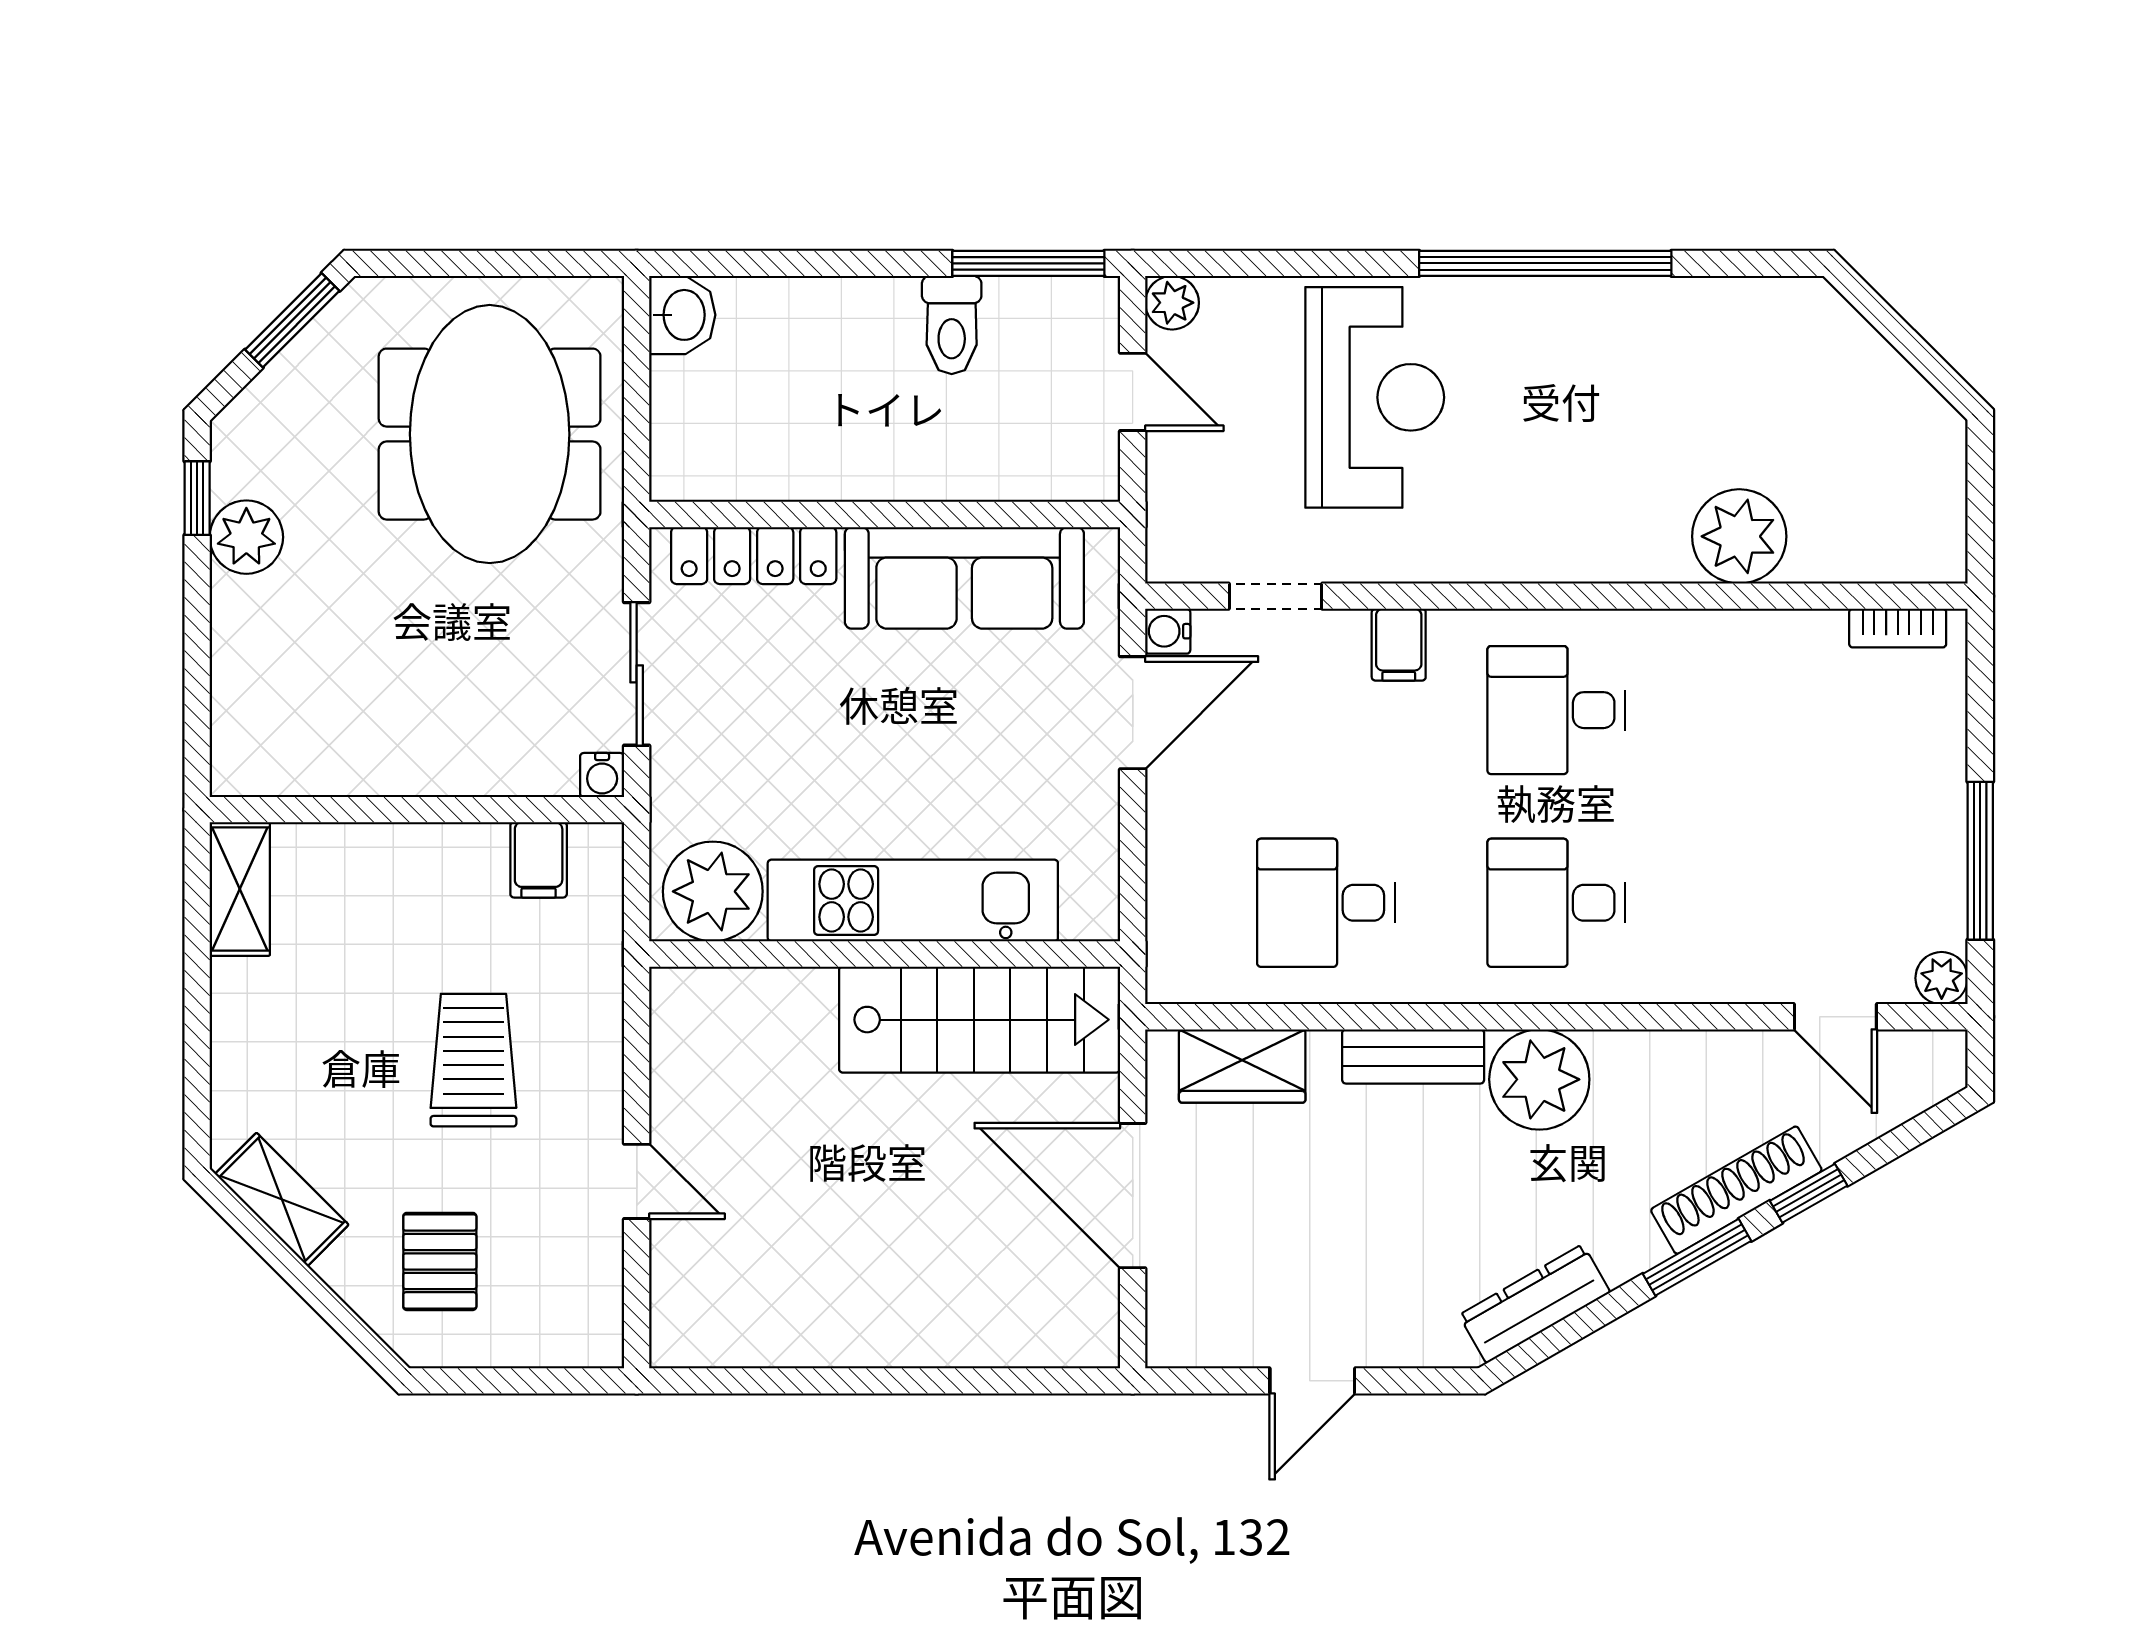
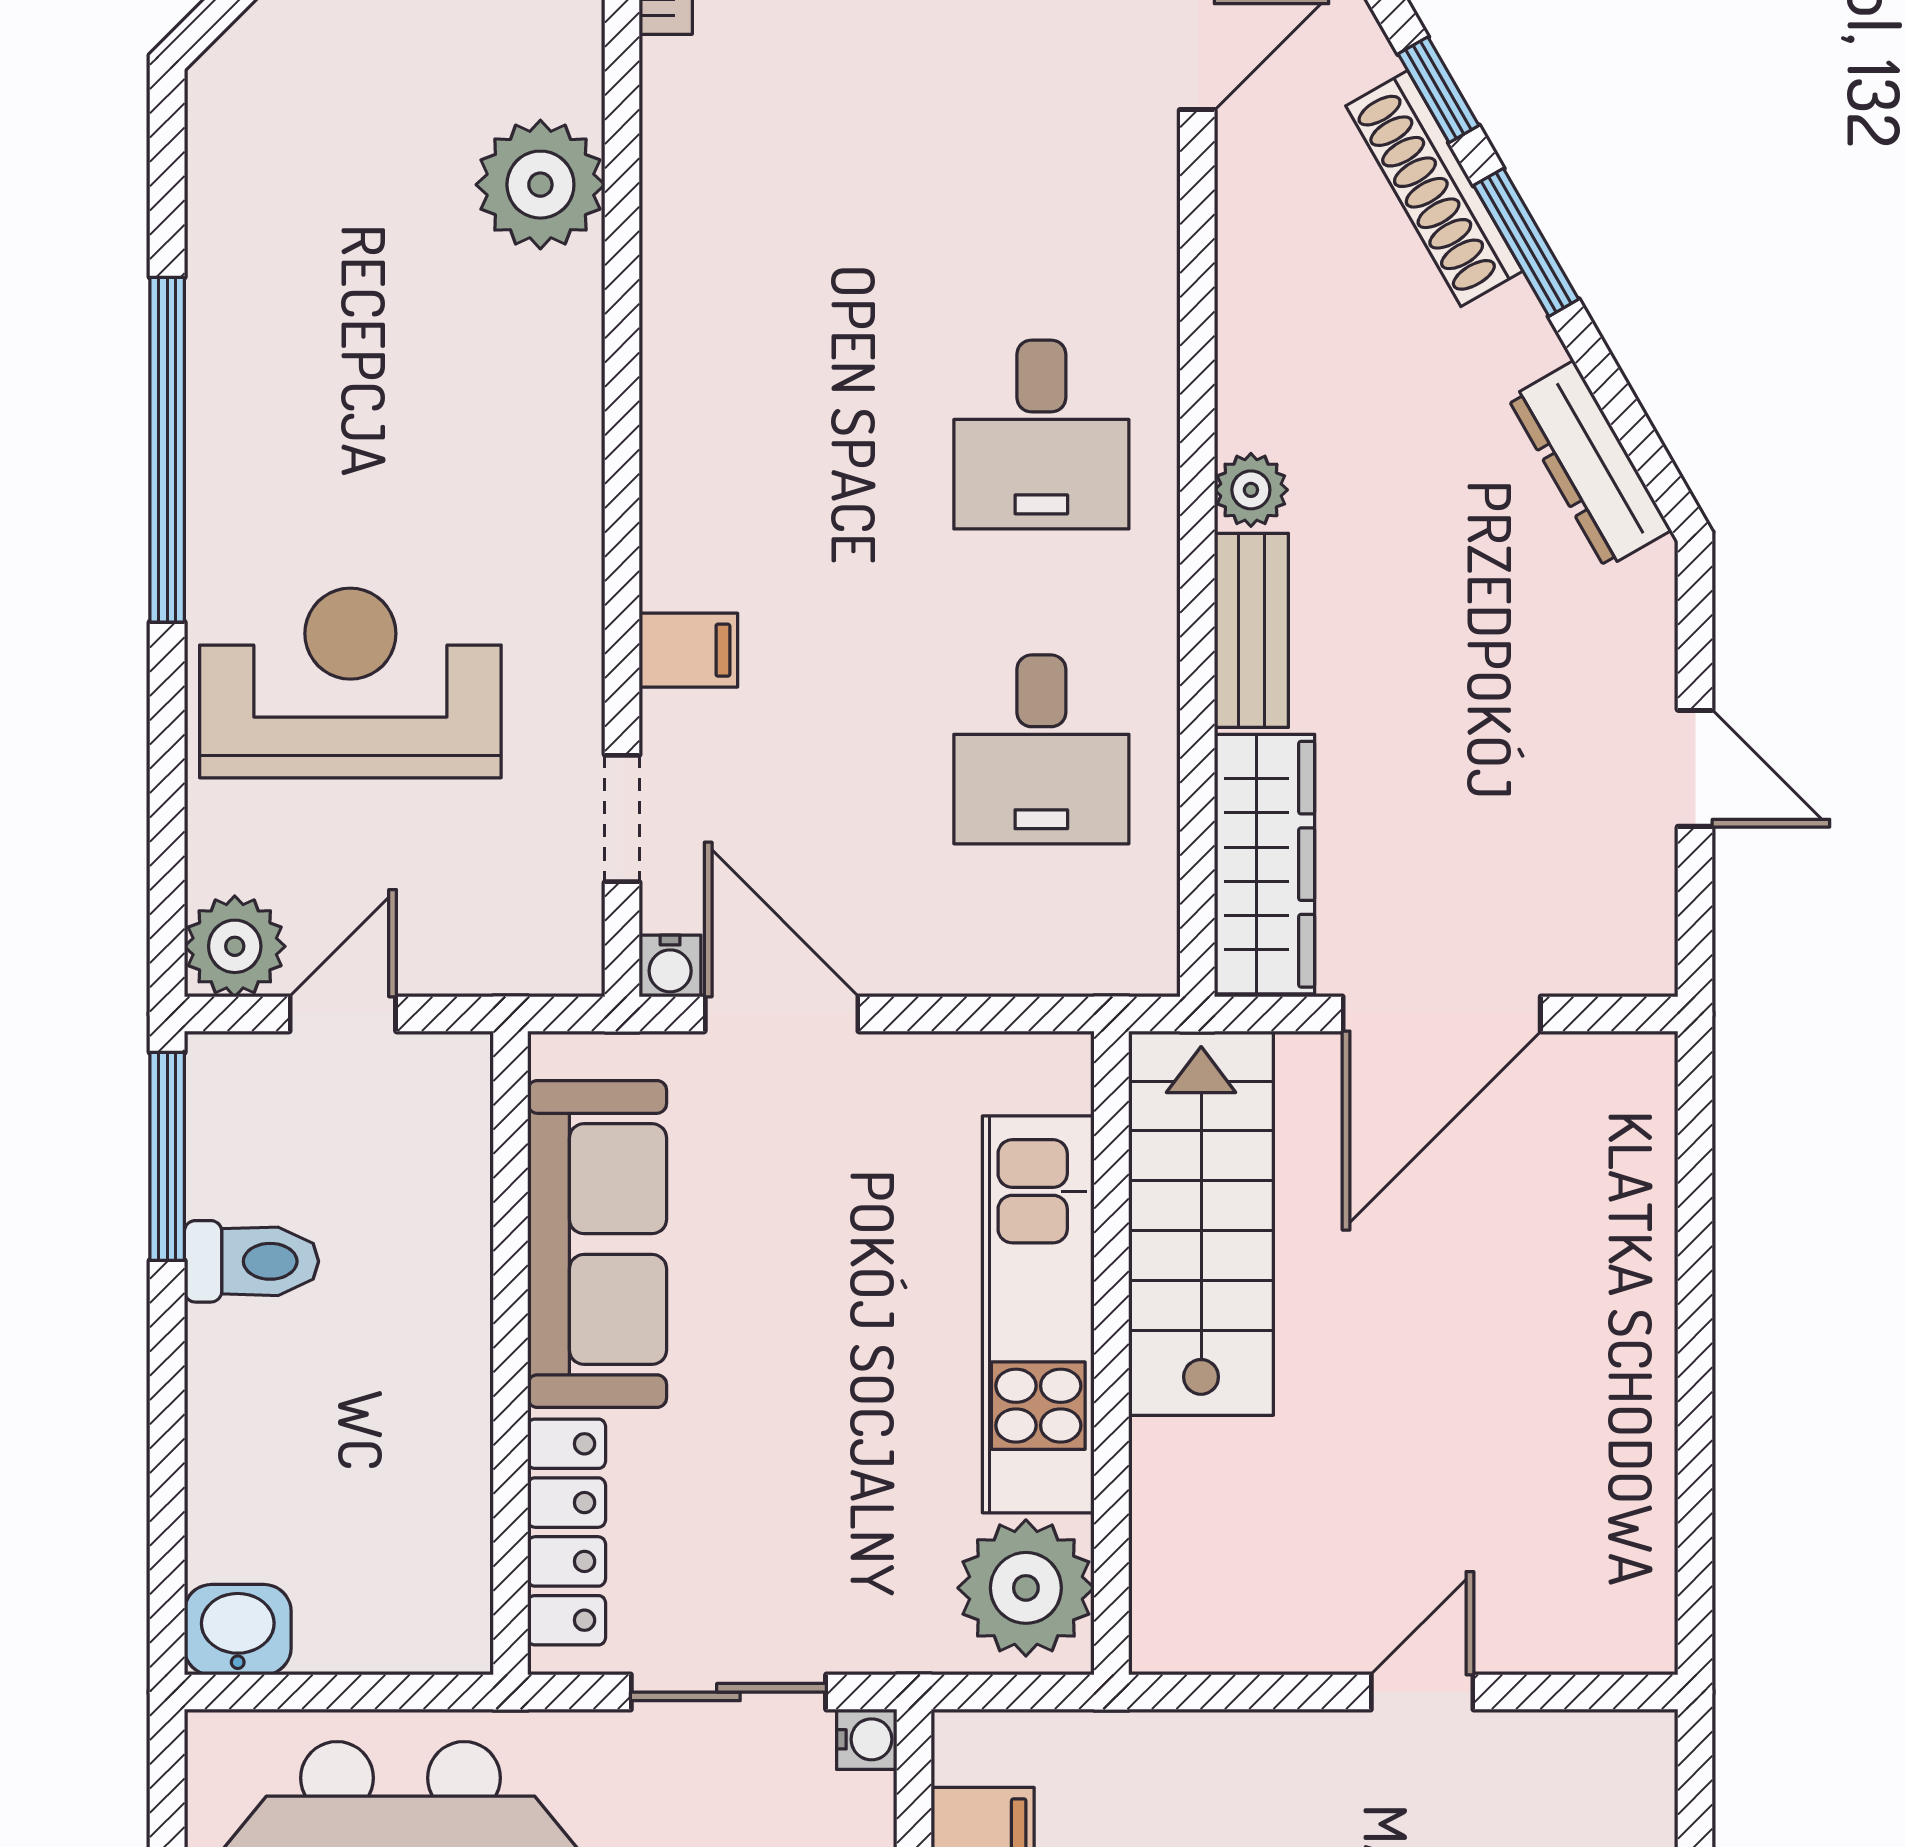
plant: (1172, 303) -> (235, 946), width x1.38, depth x1.38
desk: (1556, 710) -> (778, 435), removed
wardrobe: (1242, 1066) -> (1265, 864), width x1.50
plant: (1539, 1079) -> (1251, 490), width x0.53, depth x0.53

